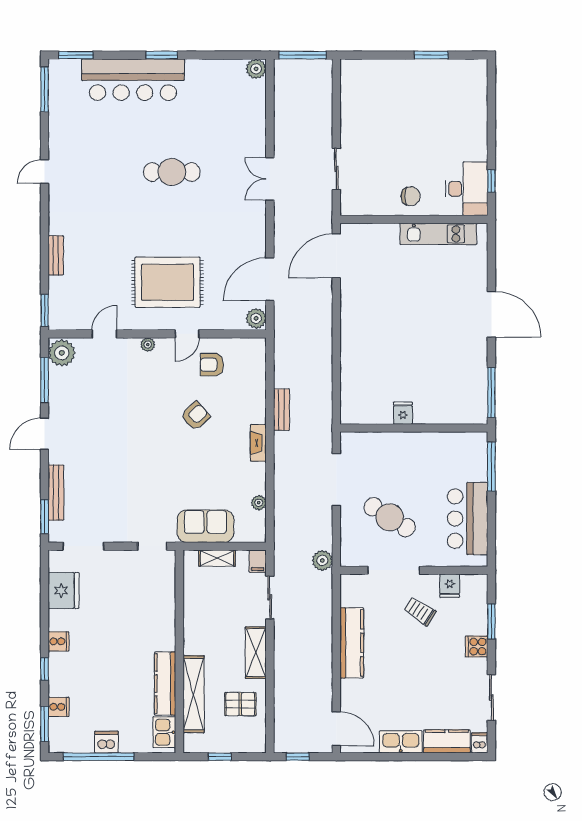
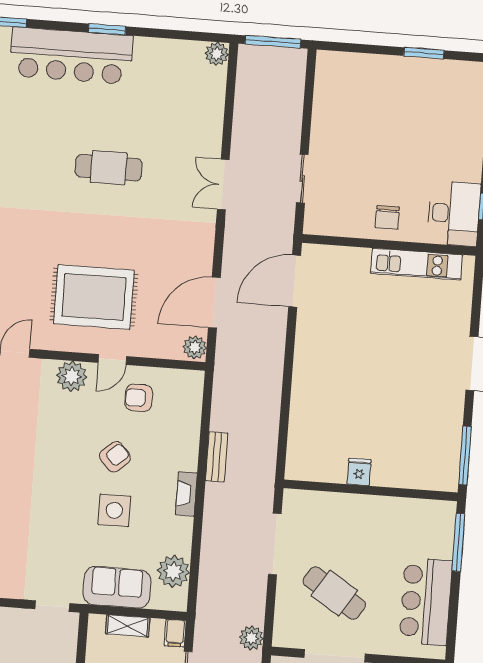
chair: (411, 196) -> (387, 217), turned 90
plant: (148, 345) -> (72, 376), width x1.88, depth x1.88
side table: (198, 461) -> (114, 510), added
plant: (259, 503) -> (173, 571), width x1.88, depth x1.88

